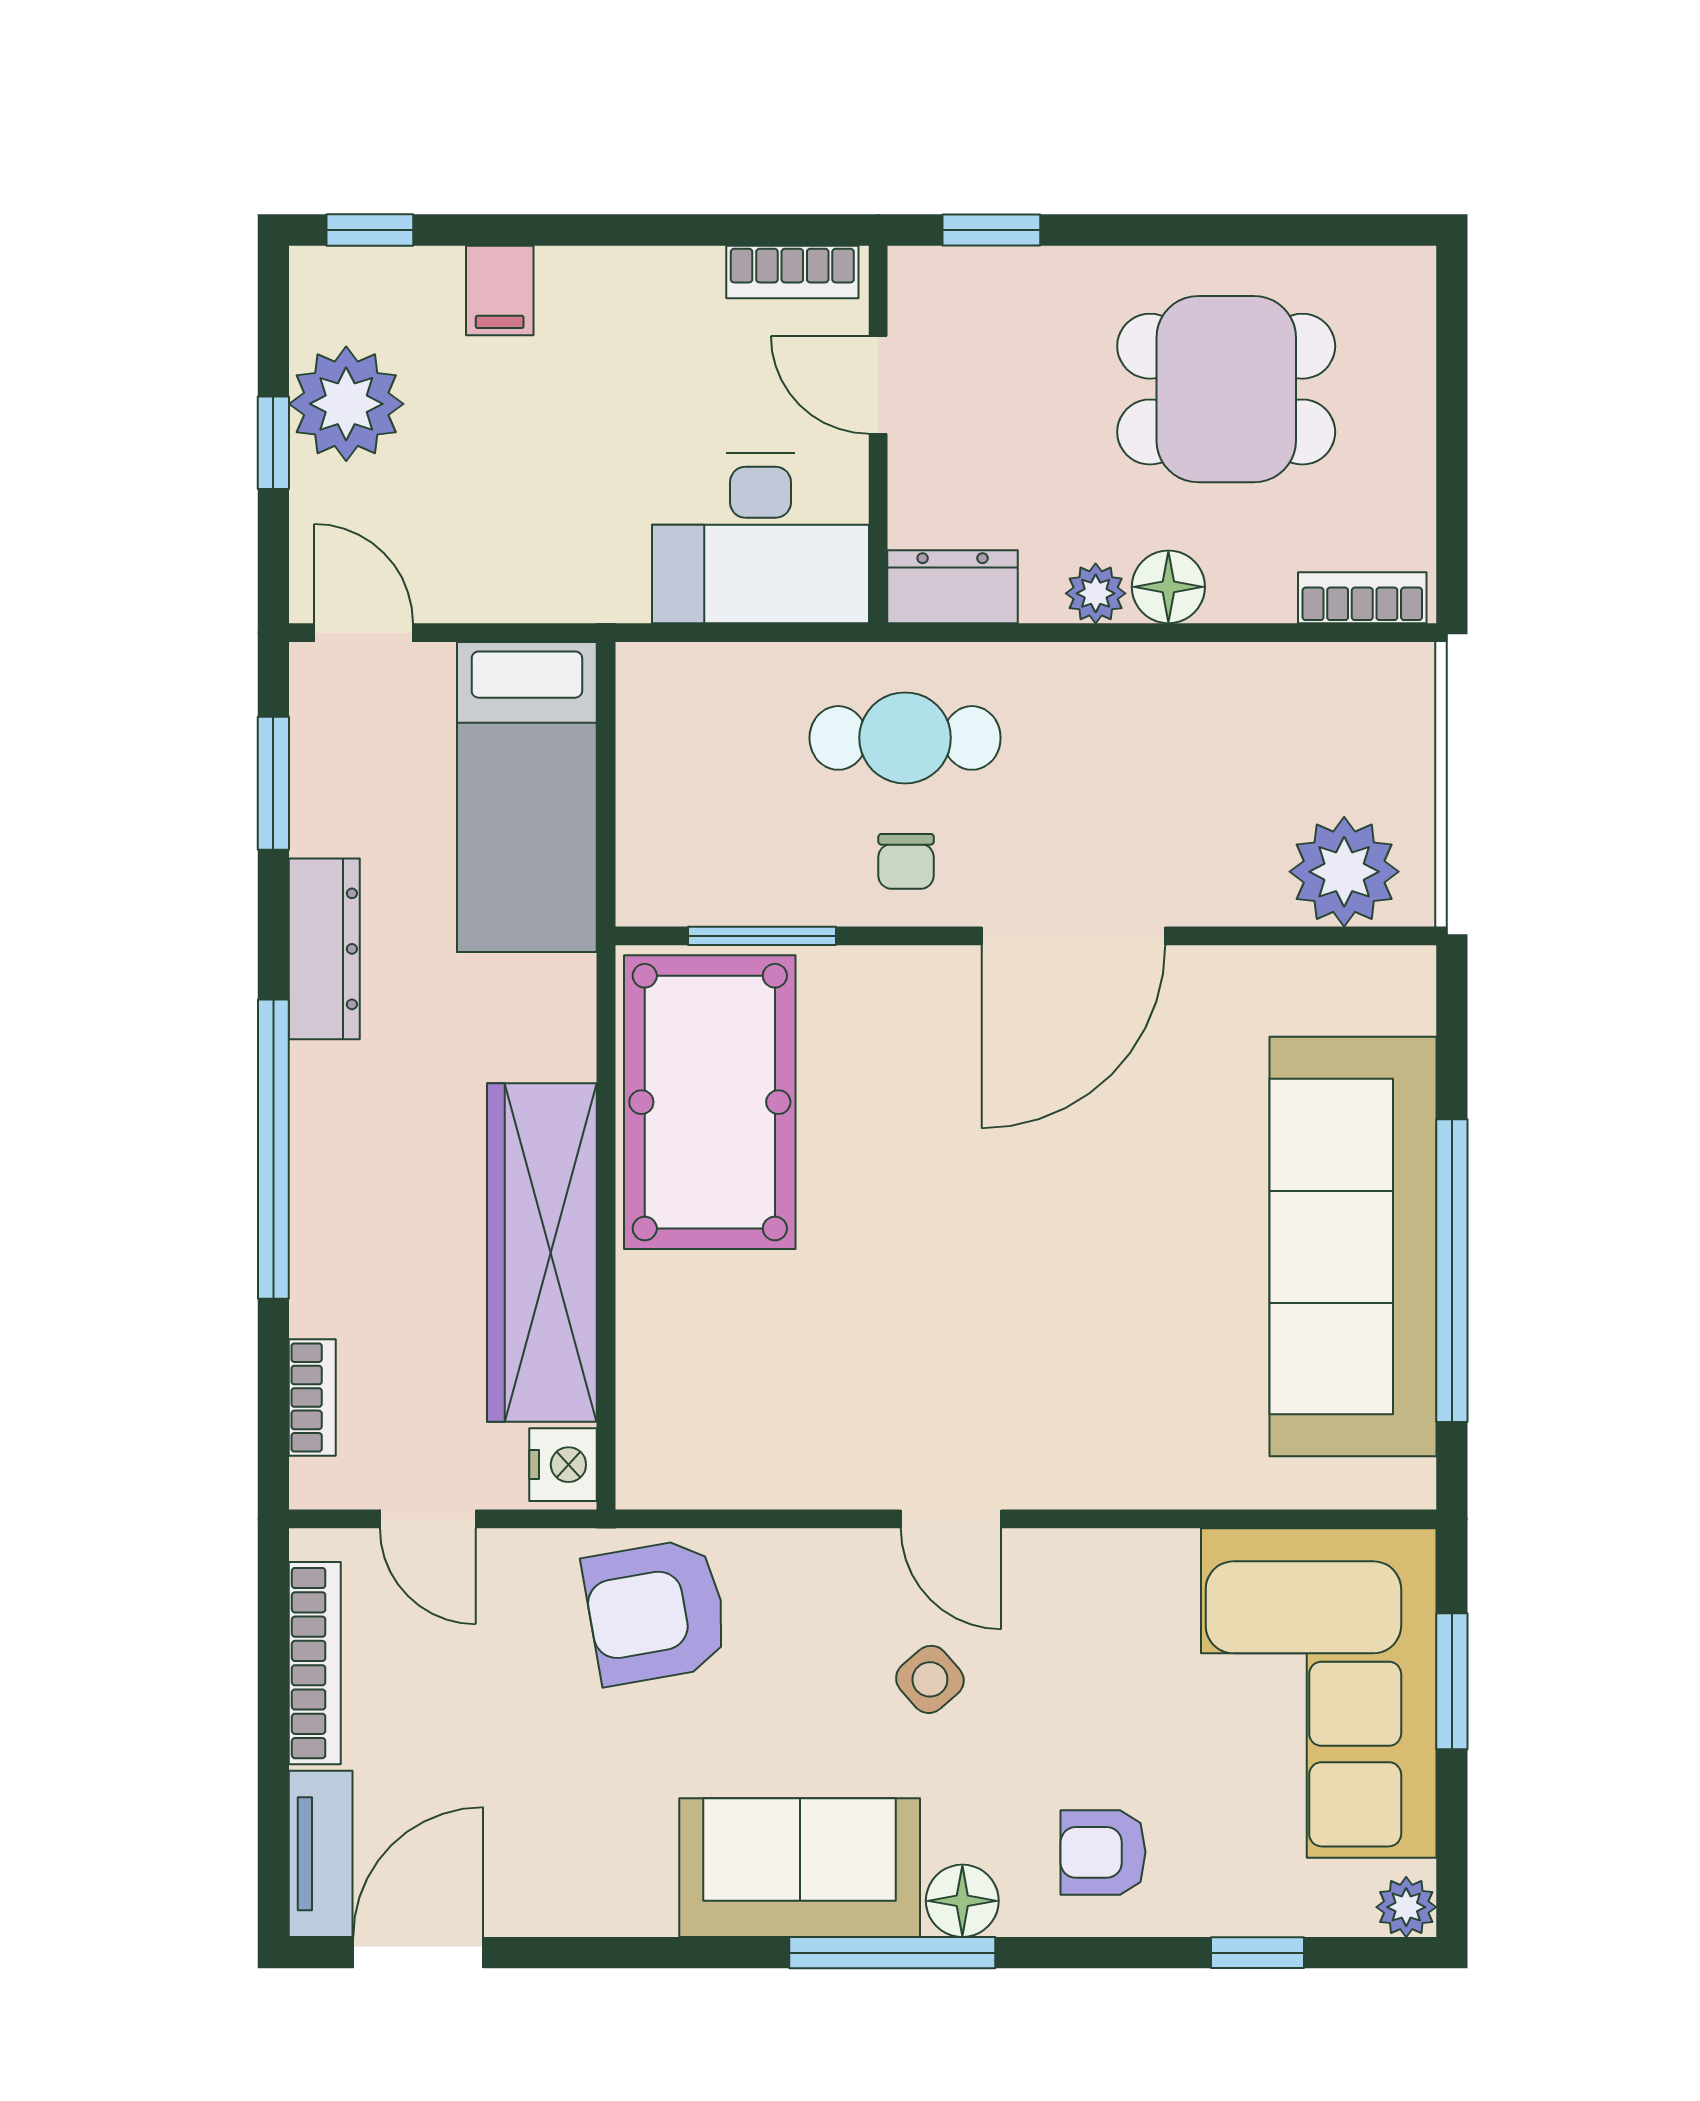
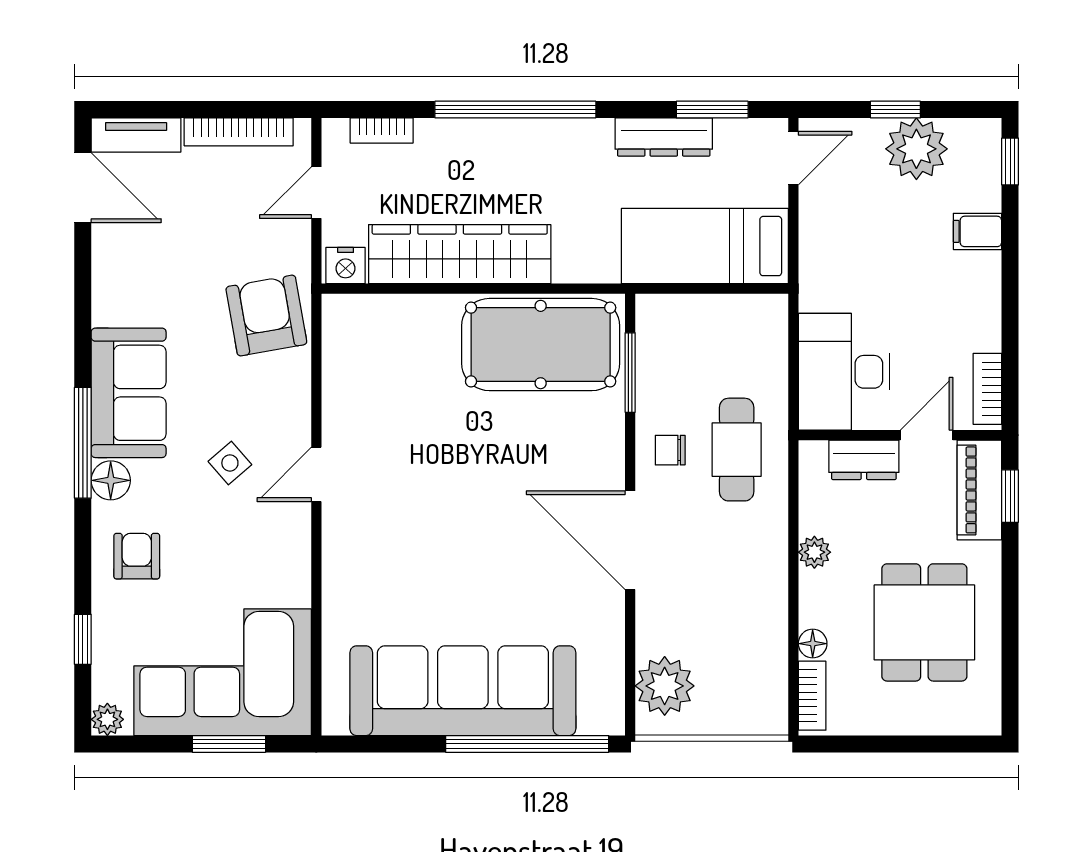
piano: (980, 287) -> (979, 490), added
dresser: (953, 587) -> (864, 460), moved, turned 90
floor lamp: (1168, 587) -> (813, 644), moved, width x0.73, depth x0.73
dresser: (324, 949) -> (664, 137), moved
window: (1452, 1271) -> (527, 744), moved

